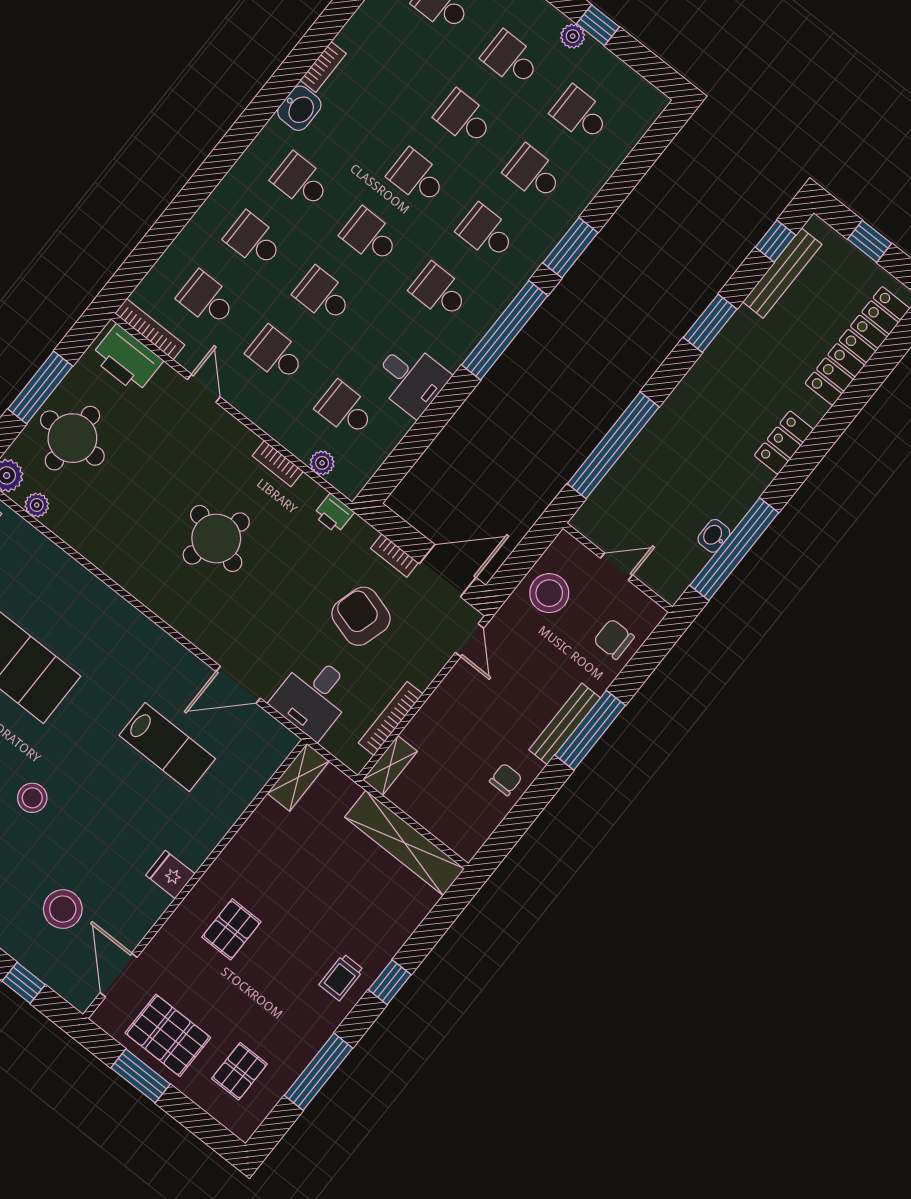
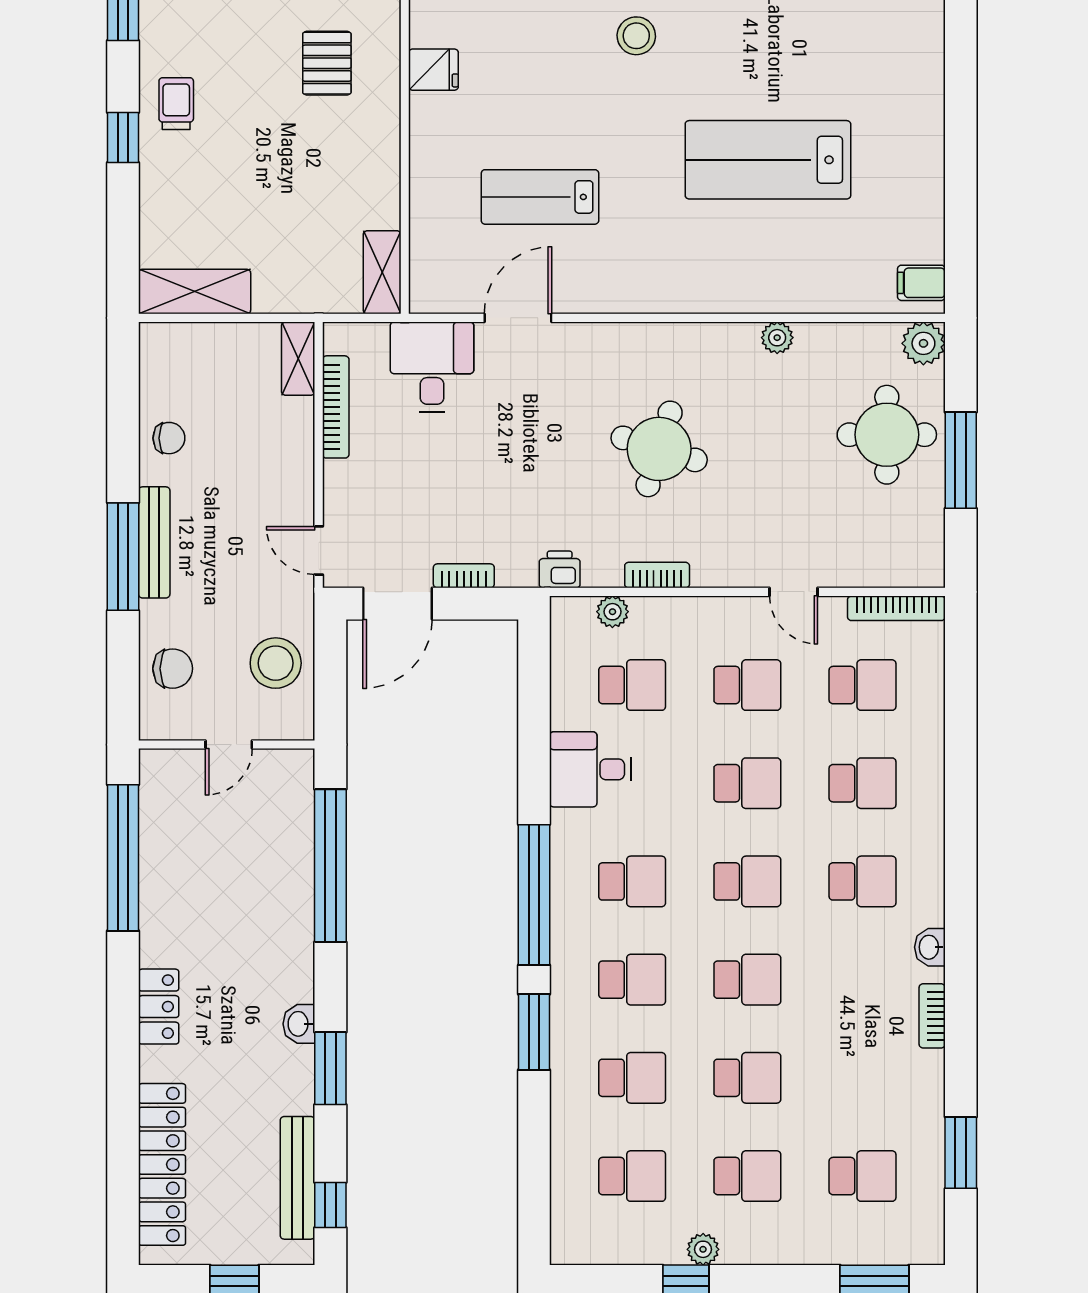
washbasin: (299, 108) -> (930, 947), width x0.72, depth x0.69
printer: (127, 359) -> (896, 560), removed
plant: (37, 505) -> (777, 338), moved
washbasin: (714, 536) -> (299, 1024), moved, turned 180
armchair: (361, 616) -> (449, 487), removed
chair: (506, 780) -> (169, 438), turned -90
shelving: (405, 843) -> (195, 292), width x0.68

